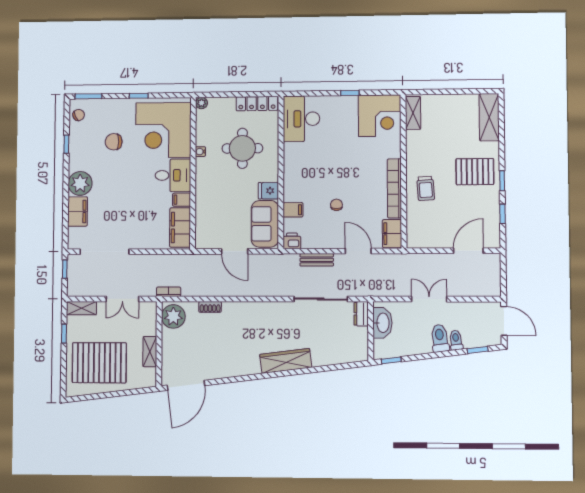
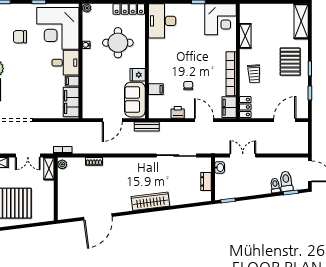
shelving: (413, 113) -> (245, 36), moved
pallet: (475, 172) -> (290, 62), turned 90
locker: (414, 233) -> (245, 107), added
printer: (292, 241) -> (178, 112), moved
door: (235, 251) -> (112, 120), hinge flipped
bench: (317, 260) -> (147, 127), moved
double door: (429, 299) -> (243, 156), moved
dresser: (361, 314) -> (206, 181), moved
plant: (173, 316) -> (62, 164), width x0.53, depth x0.53
washbasin: (382, 323) -> (220, 168), width x0.52, depth x0.69
toilet: (440, 338) -> (286, 181), moved
shelving: (150, 352) -> (49, 169), moved
door: (186, 385) -> (98, 217), moved

